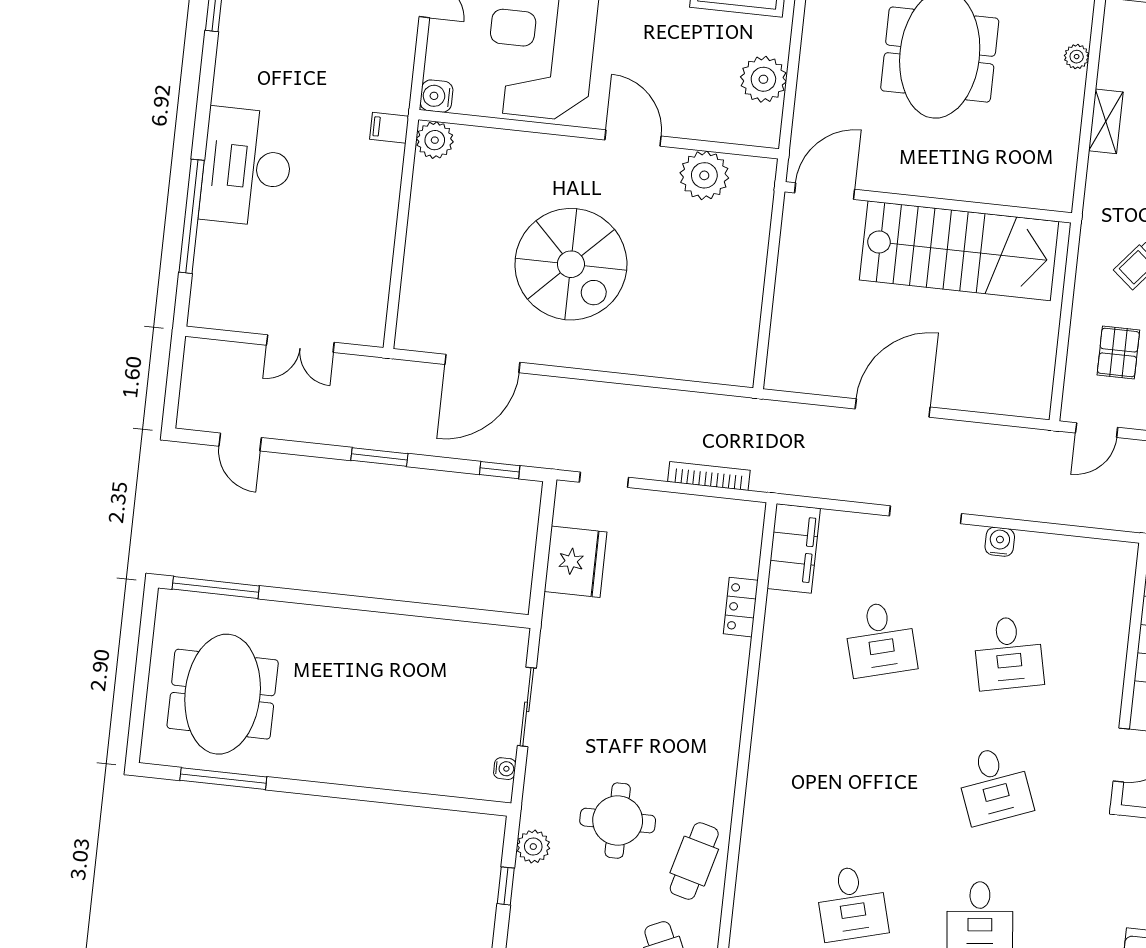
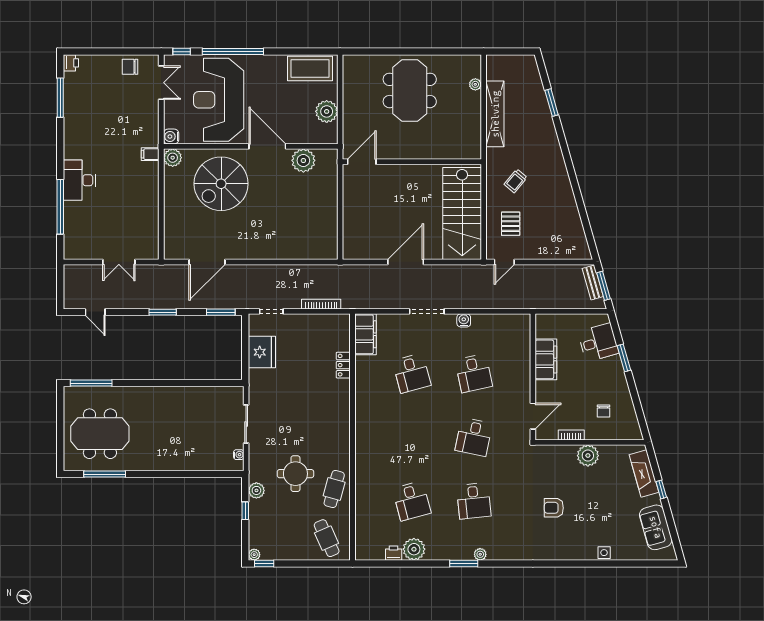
shelving: (1106, 121) -> (495, 114), width x2.20, depth x1.33
door: (633, 138) -> (267, 146), width x1.36
desk: (247, 167) -> (79, 180), width x0.73, depth x0.77
stairs: (959, 251) -> (462, 214), moved, turned 90
spiral stairs: (571, 264) -> (221, 184), moved, turned 90
window: (500, 470) -> (221, 312), width x1.50
meeting table: (223, 694) -> (100, 434), turned 90
desk: (994, 785) -> (474, 437), turned 33

